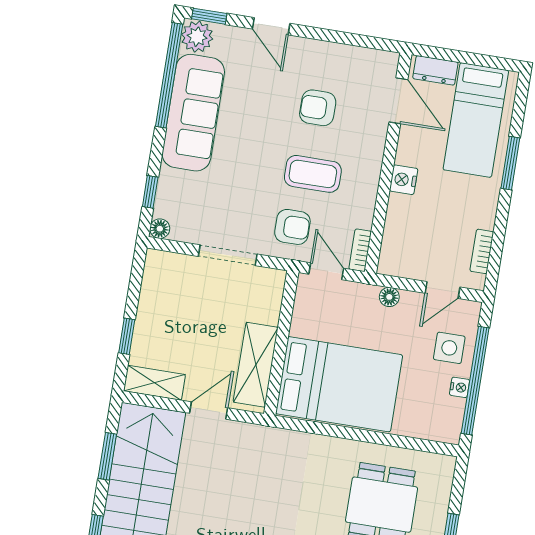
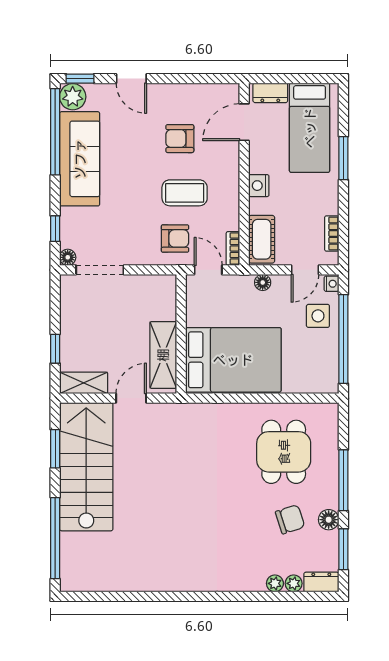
door: (398, 101) -> (244, 122), swing flipped
cot: (396, 245) -> (262, 239), added
doorway: (228, 255) -> (100, 270), moved
nightstand: (460, 387) -> (331, 284), moved

